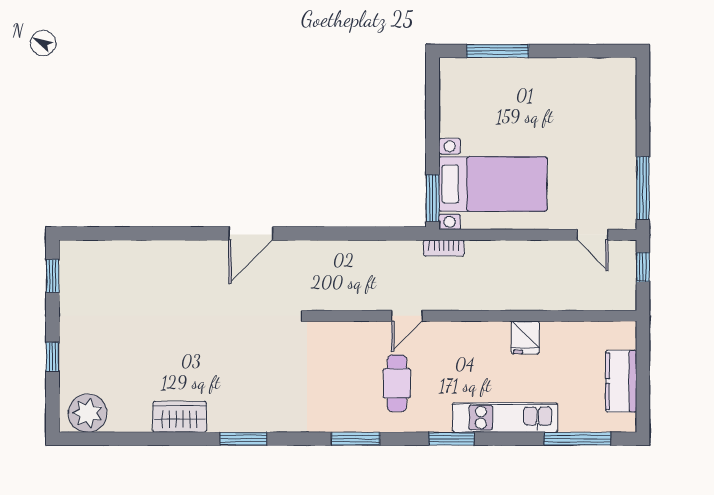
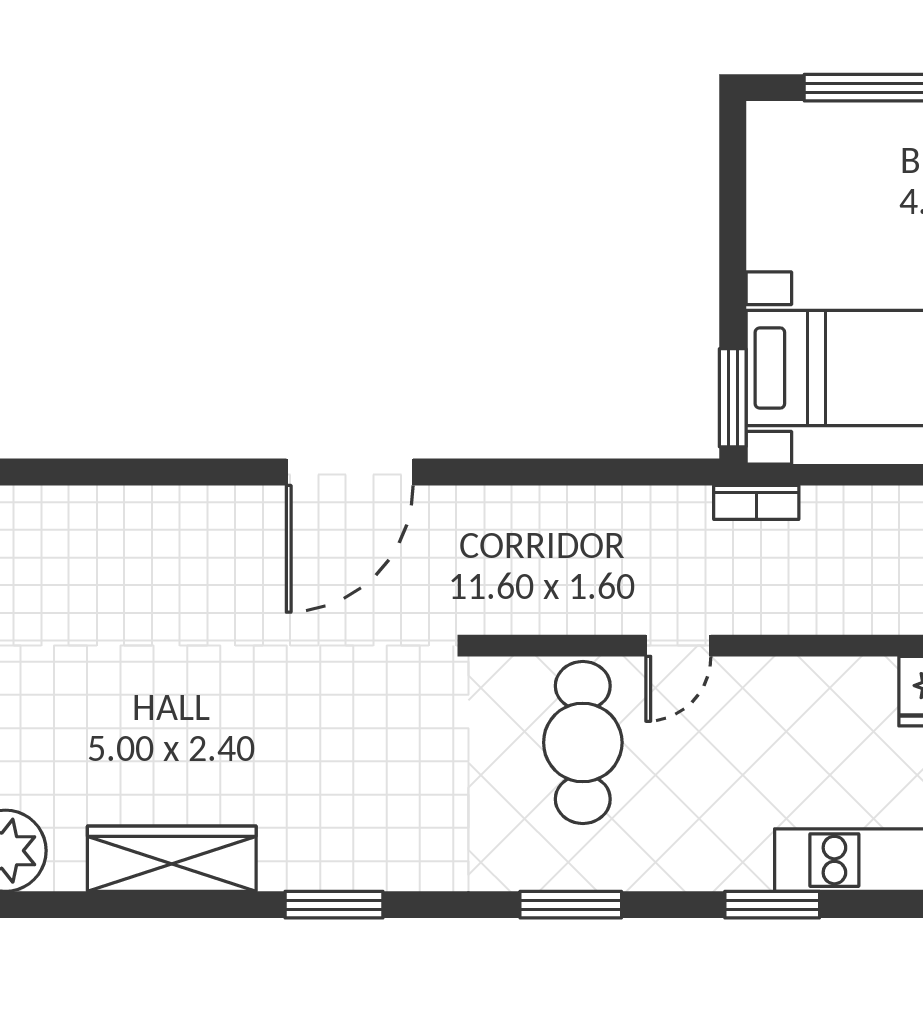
door: (251, 233) -> (350, 472), width x1.36
cafe table: (397, 383) -> (583, 743), moved, width x1.37, depth x1.35
wardrobe: (180, 417) -> (172, 859), width x1.50

